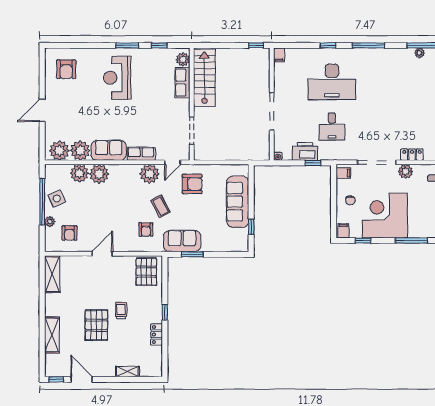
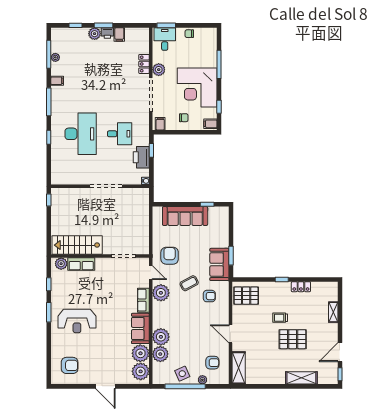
filing cabinet: (279, 55) -> (57, 81), moved
shelving: (52, 274) -> (239, 368), moved, turned 90

